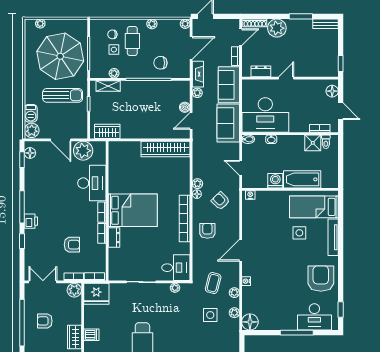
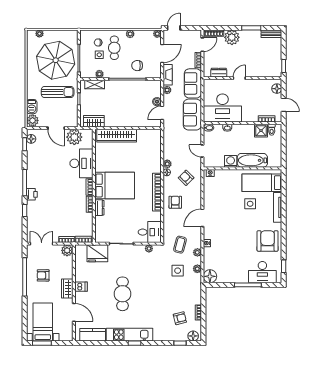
wardrobe: (166, 149) -> (117, 136), moved
armchair: (72, 245) -> (65, 213), removed
fridge: (96, 294) -> (97, 253), moved

